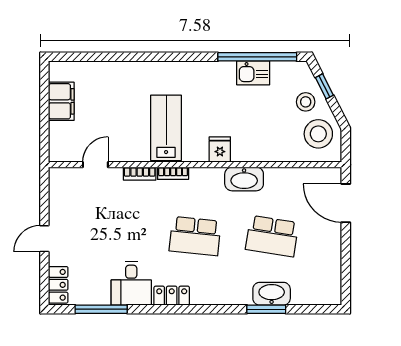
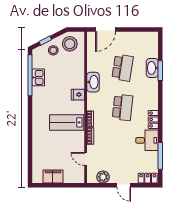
plant: (60, 198) -> (103, 177), added

